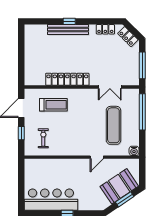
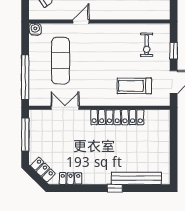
bench: (68, 30) -> (136, 178), moved

